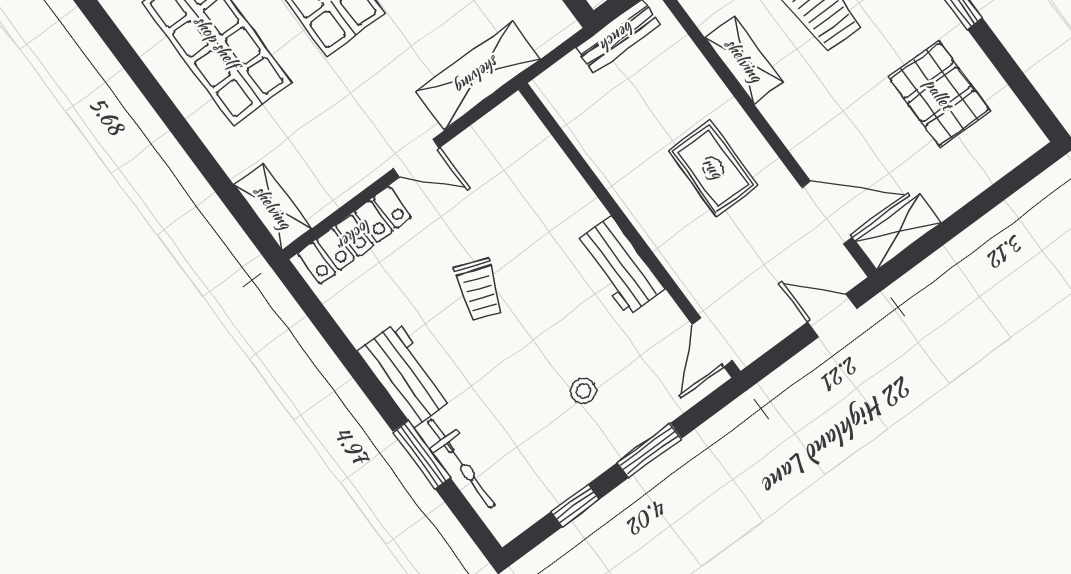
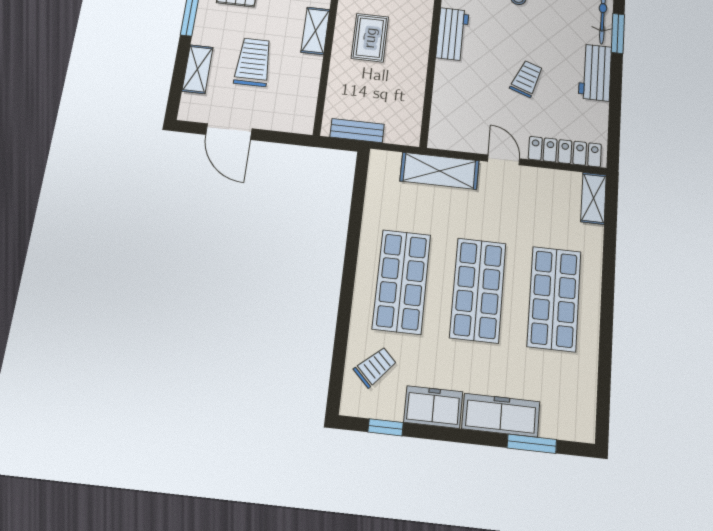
shelving: (744, 60) -> (315, 31), moved

